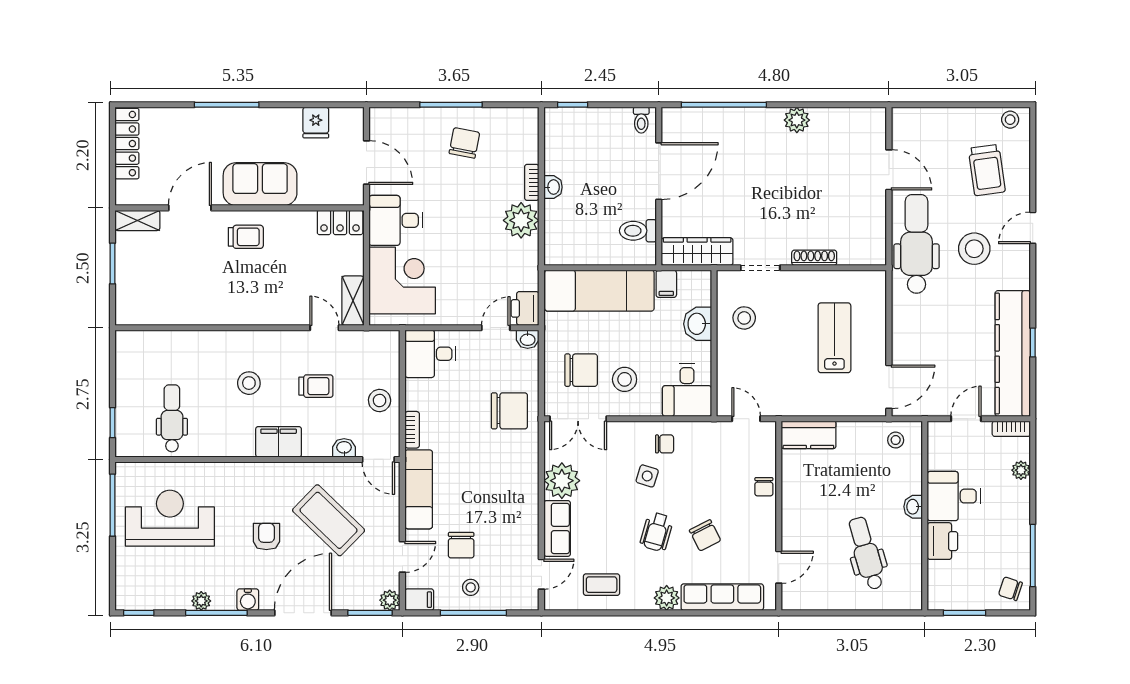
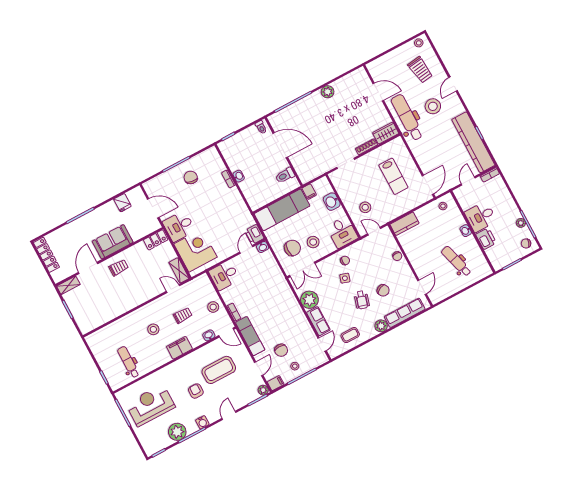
door: (659, 171) -> (280, 145), hinge flipped
plant: (521, 220) -> (233, 198), removed
wardrobe: (697, 252) -> (386, 133), moved, width x0.67
stool: (744, 318) -> (365, 207), moved
lab bench: (834, 338) -> (393, 176), turned 180
chair: (509, 411) -> (271, 282), removed
plant: (1021, 470) -> (521, 223), moved
coffee table: (329, 520) -> (219, 370), turned -44
plant: (201, 601) -> (177, 432), width x1.87, depth x1.87
door: (303, 613) -> (229, 415), width x0.53

